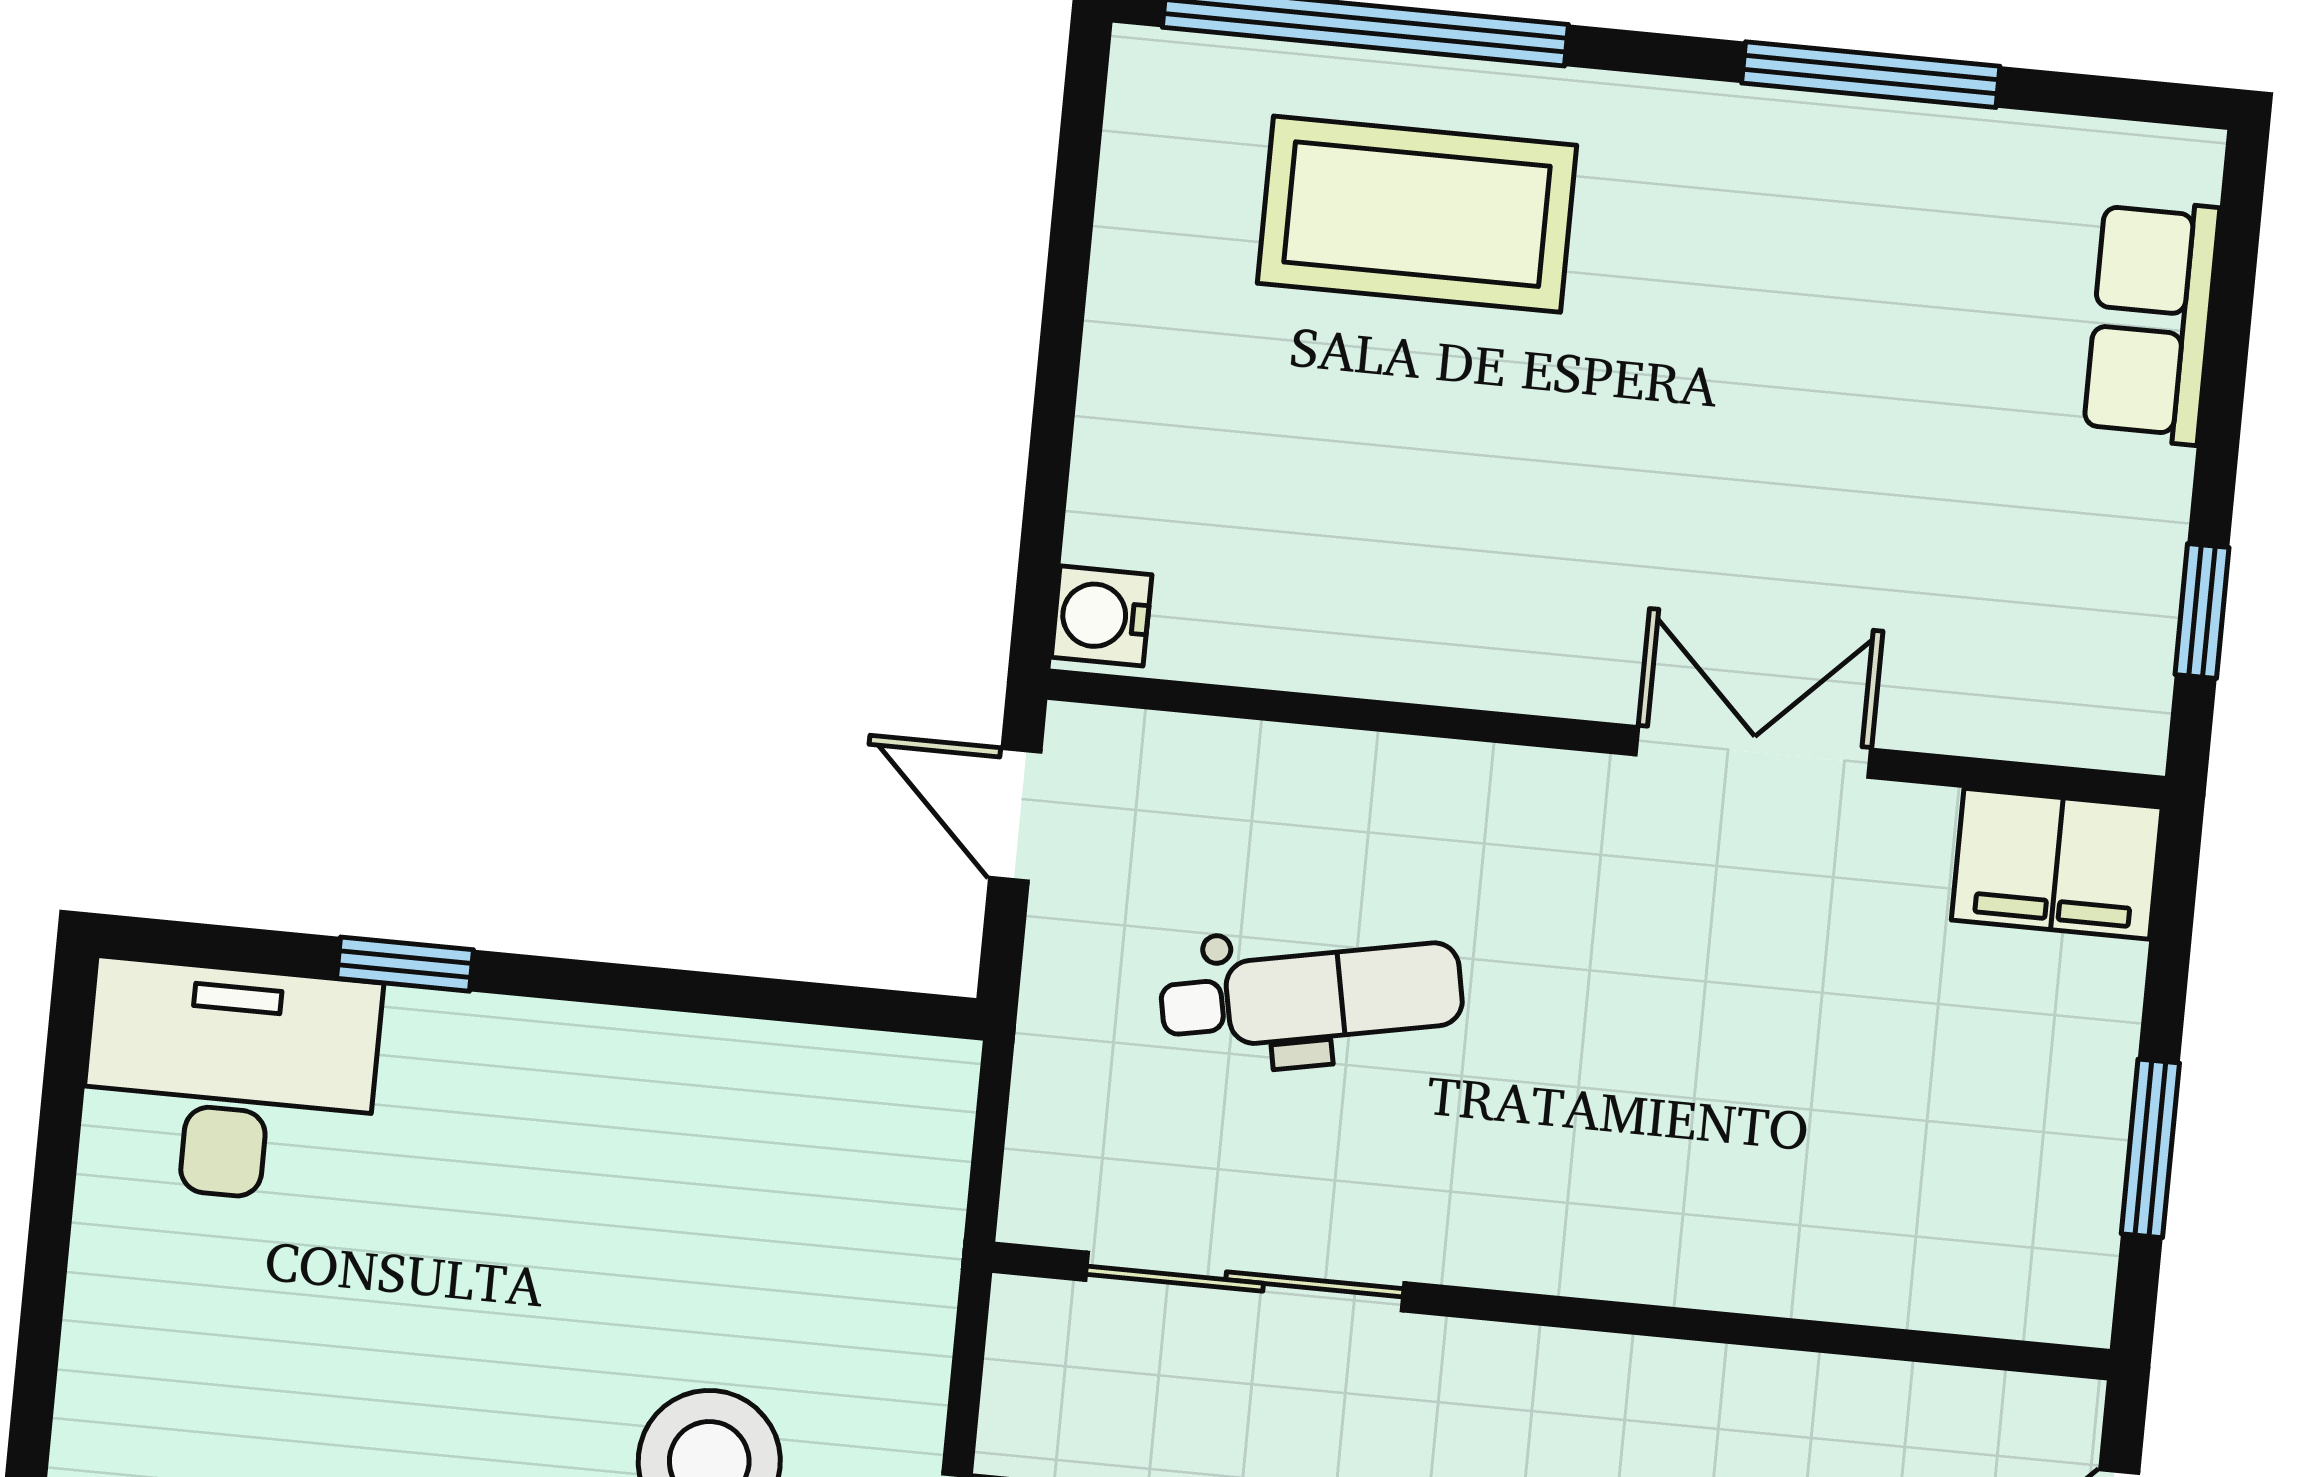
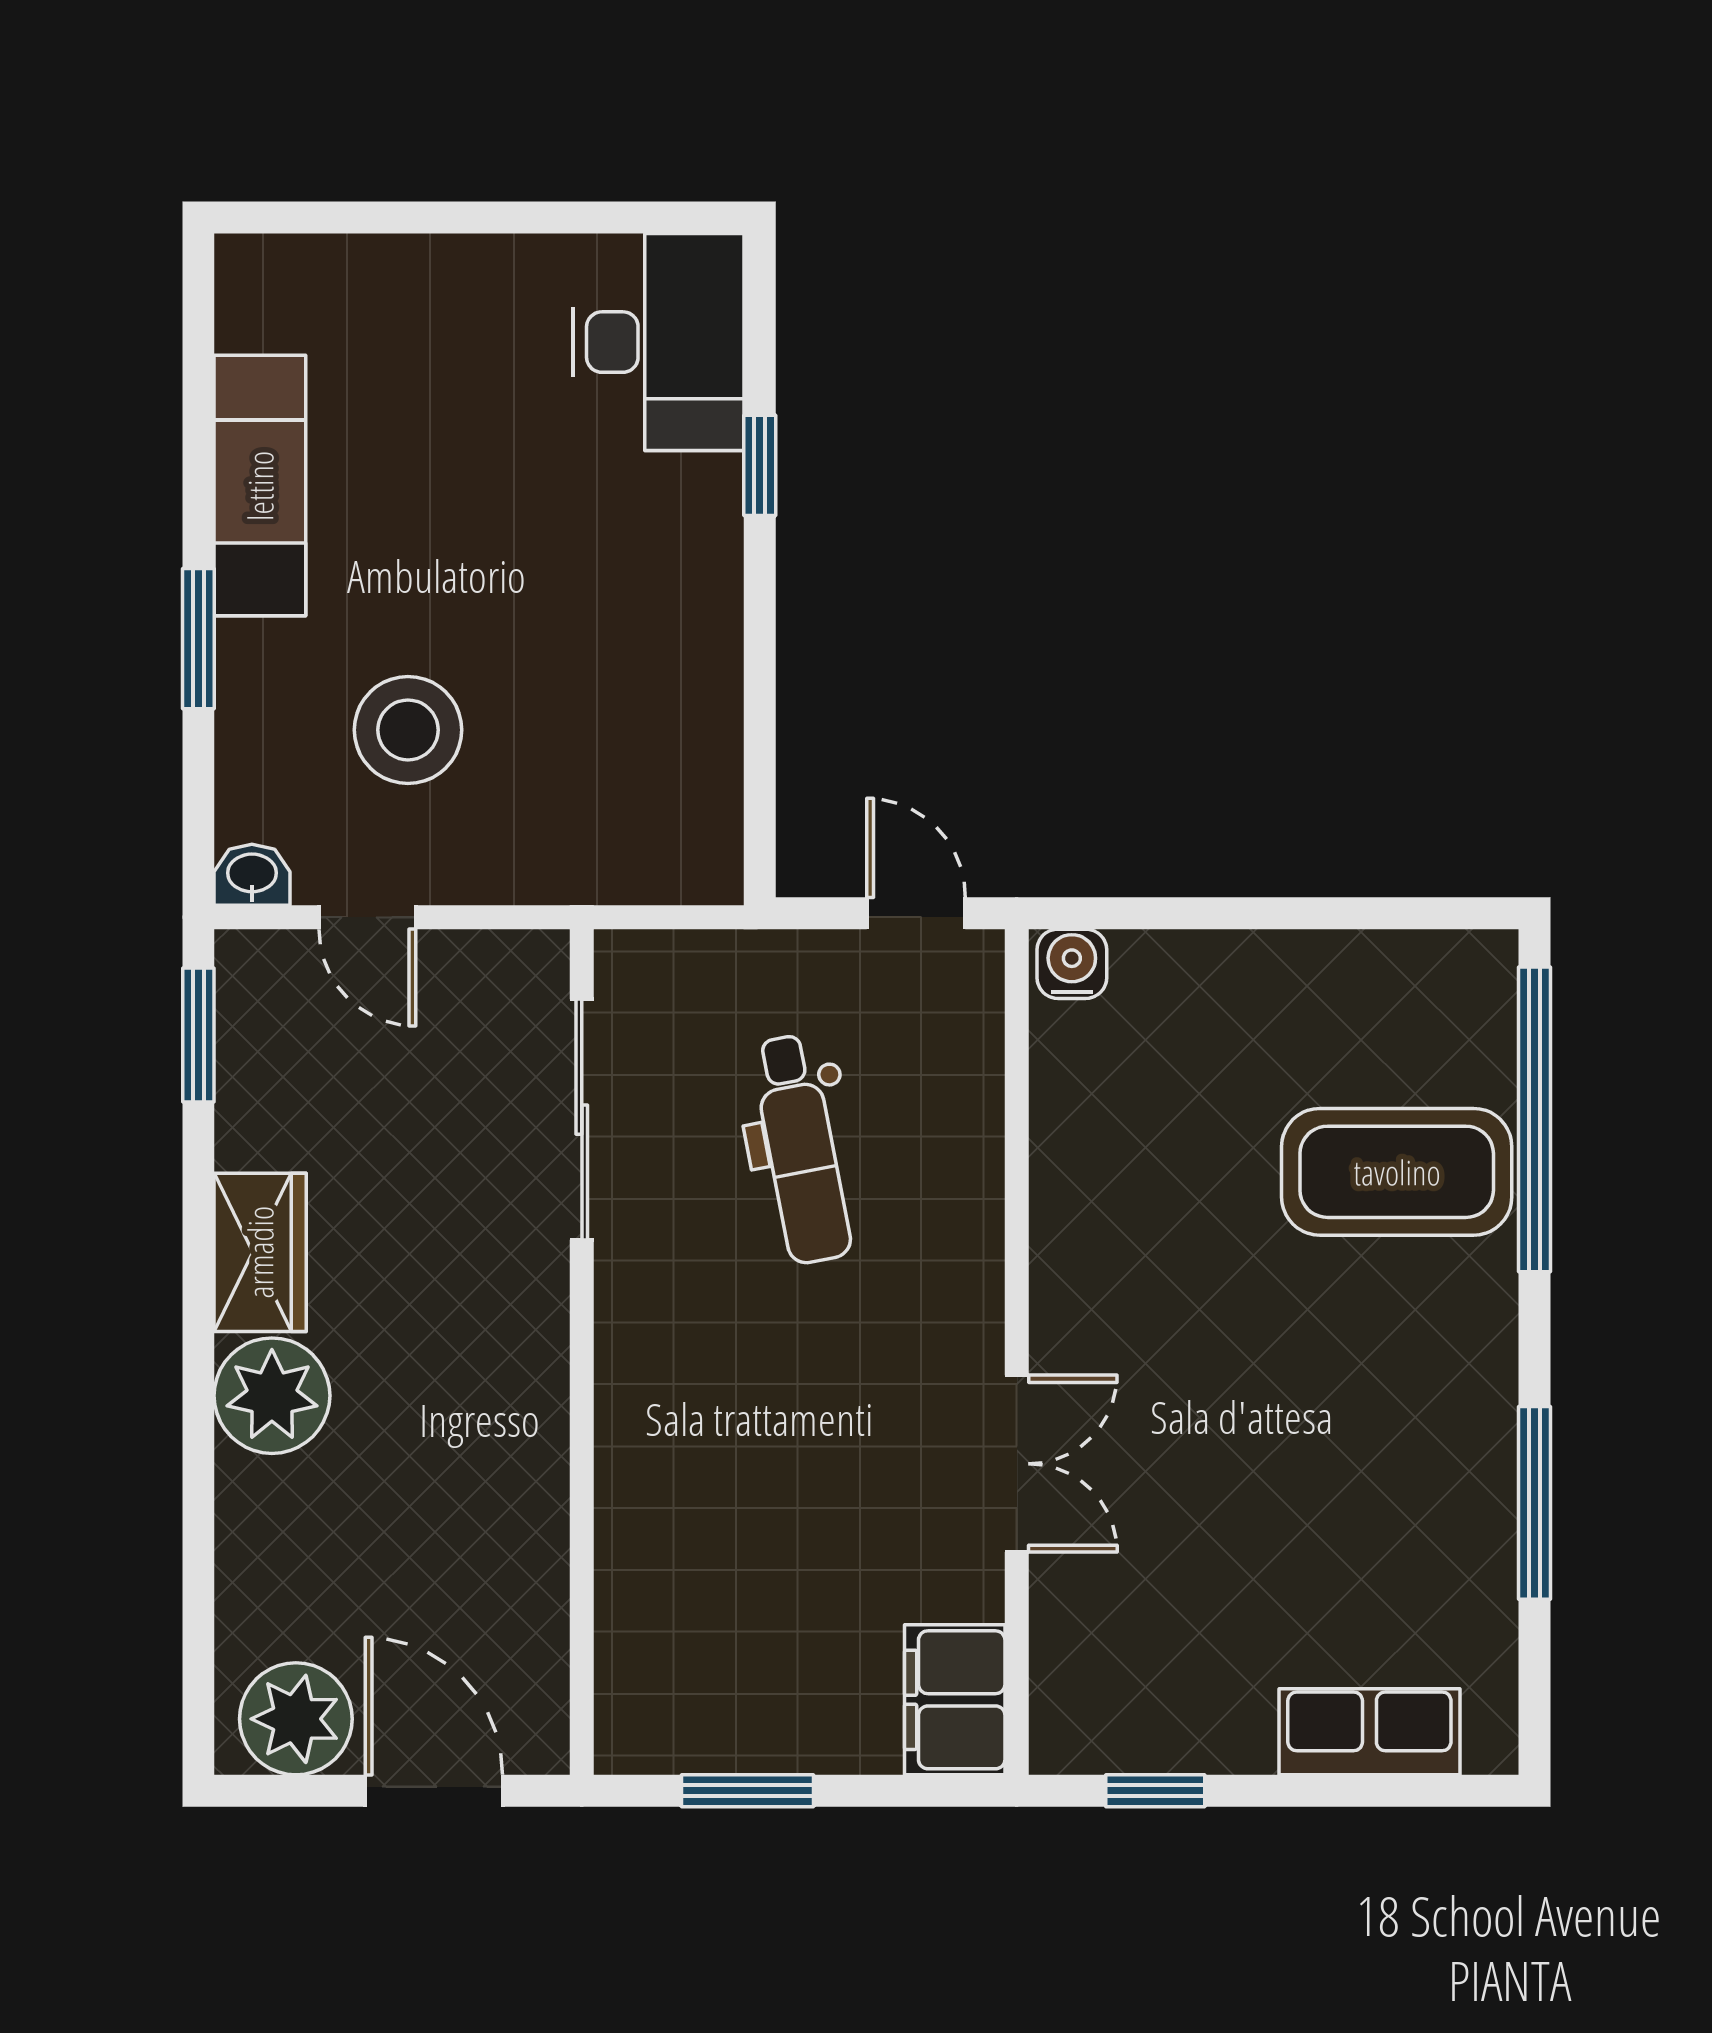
coffee table: (1417, 214) -> (1397, 1172), turned 90
door: (1015, 815) -> (916, 913), hinge flipped

